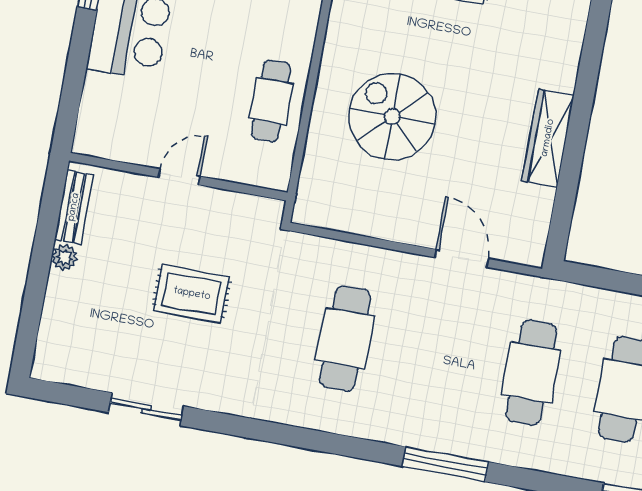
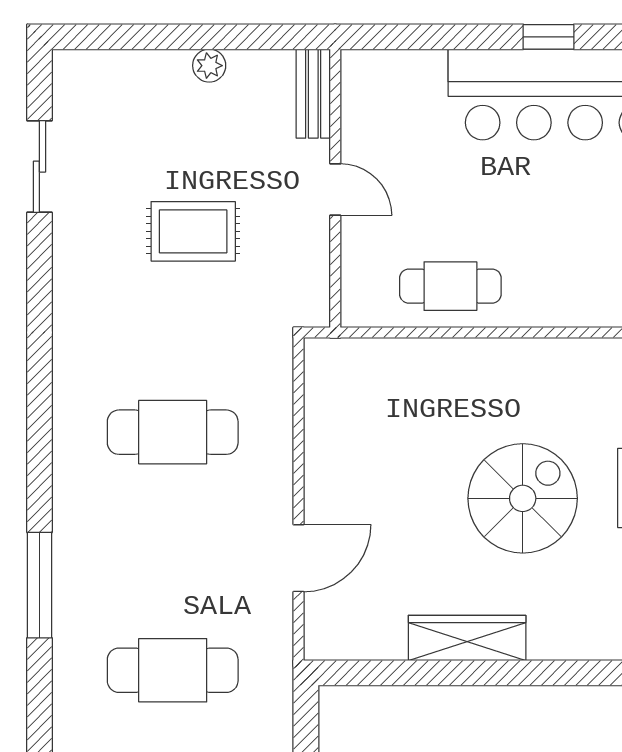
spiral stairs: (392, 117) -> (523, 498), moved
bench: (74, 207) -> (313, 94), moved, turned 90
rug: (192, 294) -> (193, 231), turned 90
sliding door: (146, 409) -> (39, 167), moved

